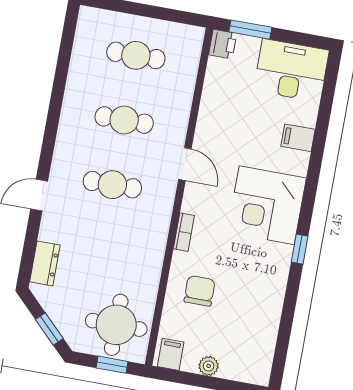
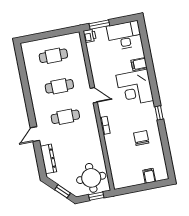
corner desk: (267, 205) -> (135, 88), moved
dresser: (45, 263) -> (48, 159), width x1.44
chair: (200, 291) -> (141, 138), moved
filing cabinet: (171, 354) -> (149, 176), moved
plant: (209, 366) -> (139, 180), removed

